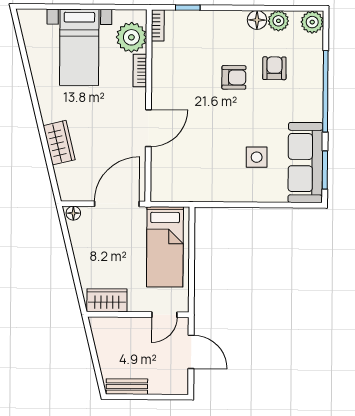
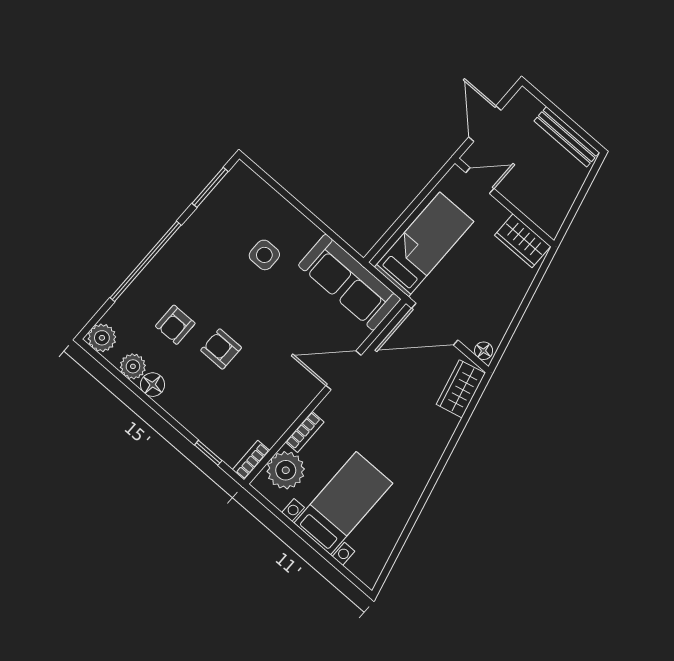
wardrobe: (59, 143) -> (461, 389), moved
sofa: (305, 163) -> (349, 282), moved, turned 90
bench: (127, 387) -> (567, 137), width x1.36

